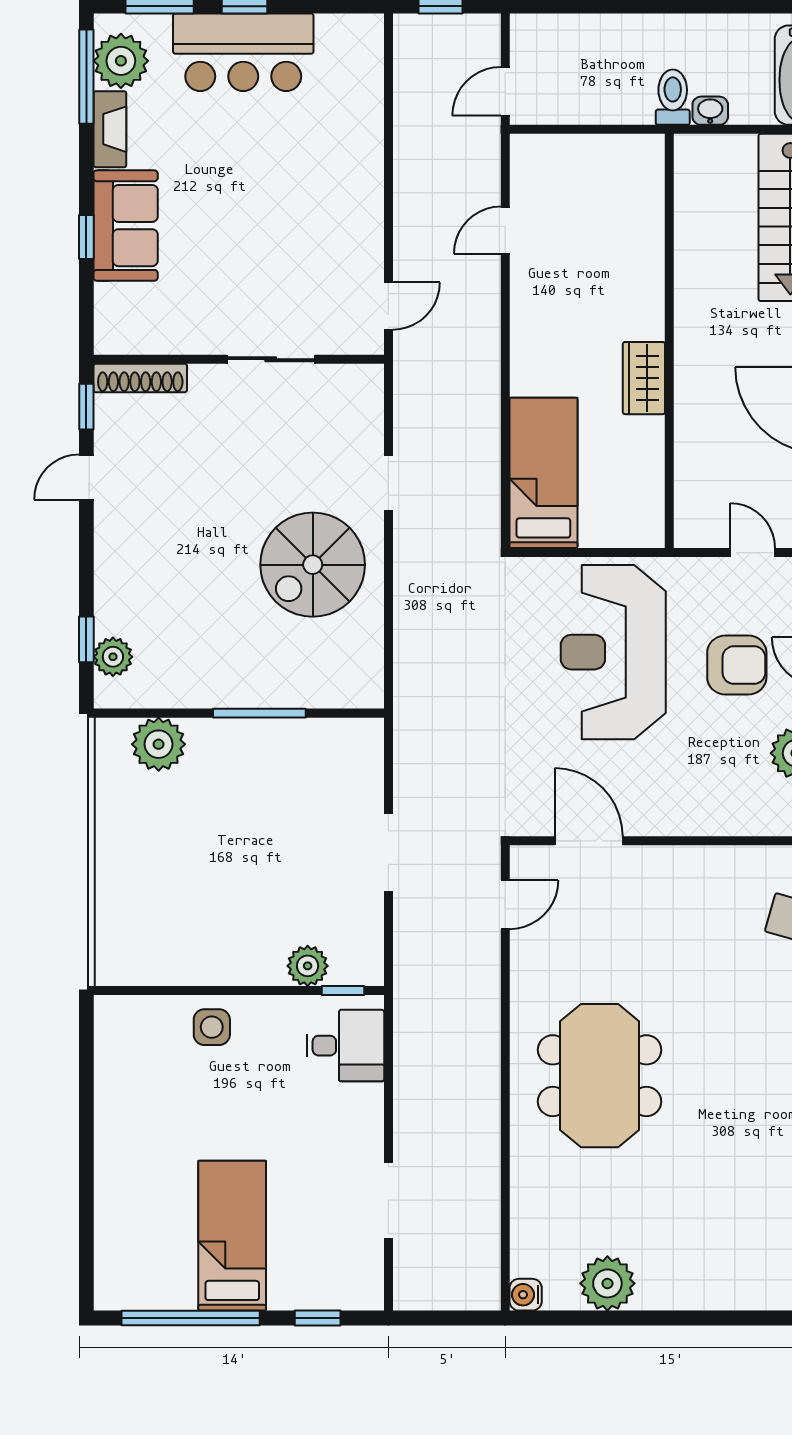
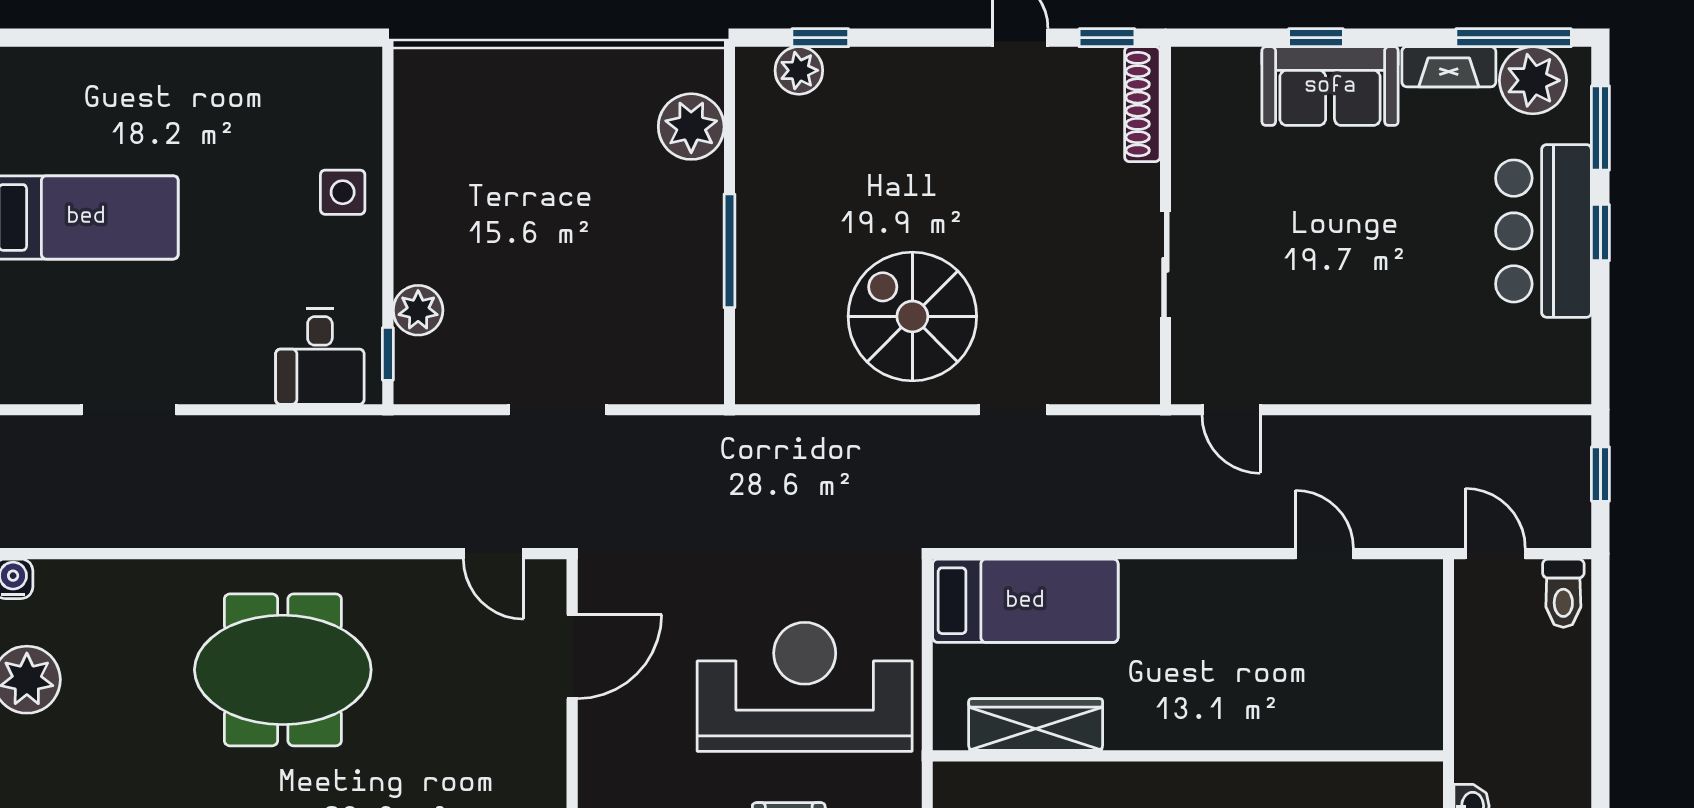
toilet: (673, 97) -> (1563, 593), moved, turned 90
wardrobe: (644, 378) -> (1036, 725), moved, width x1.50

